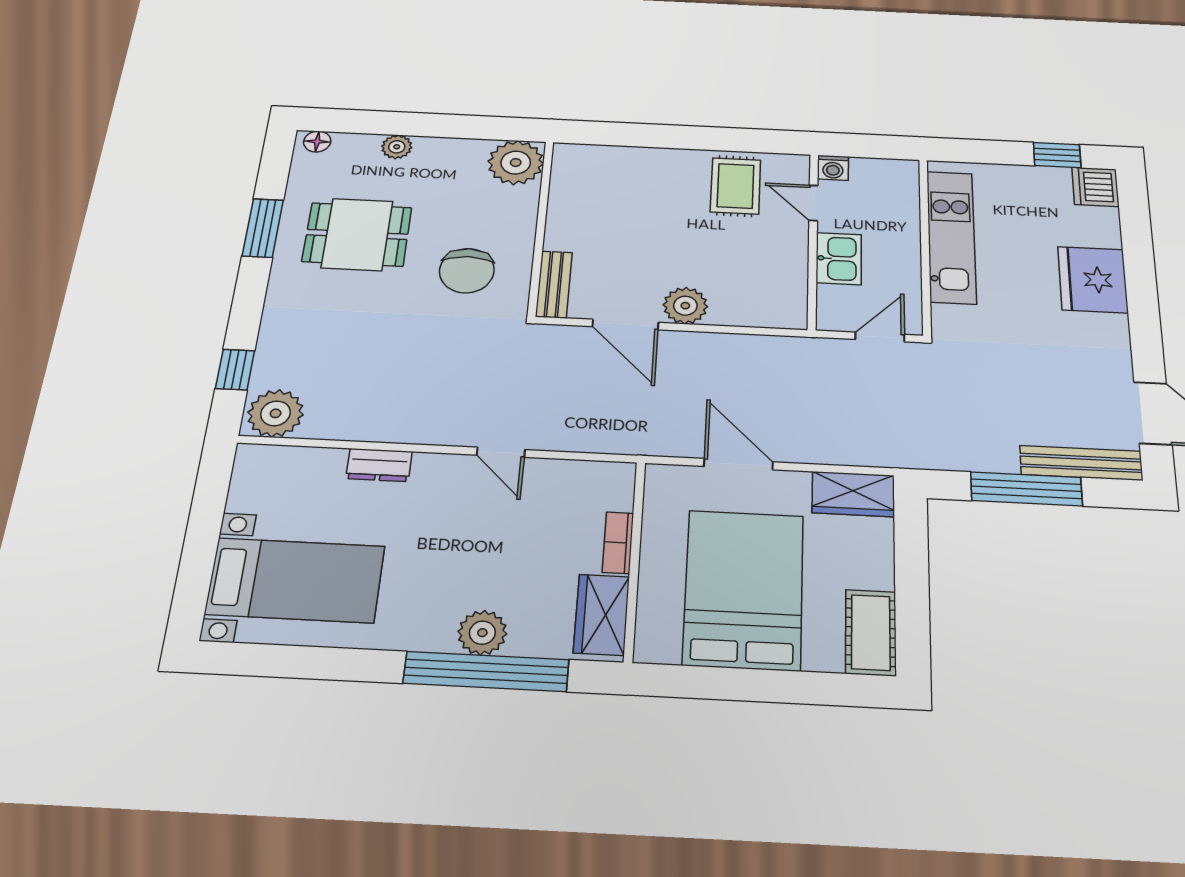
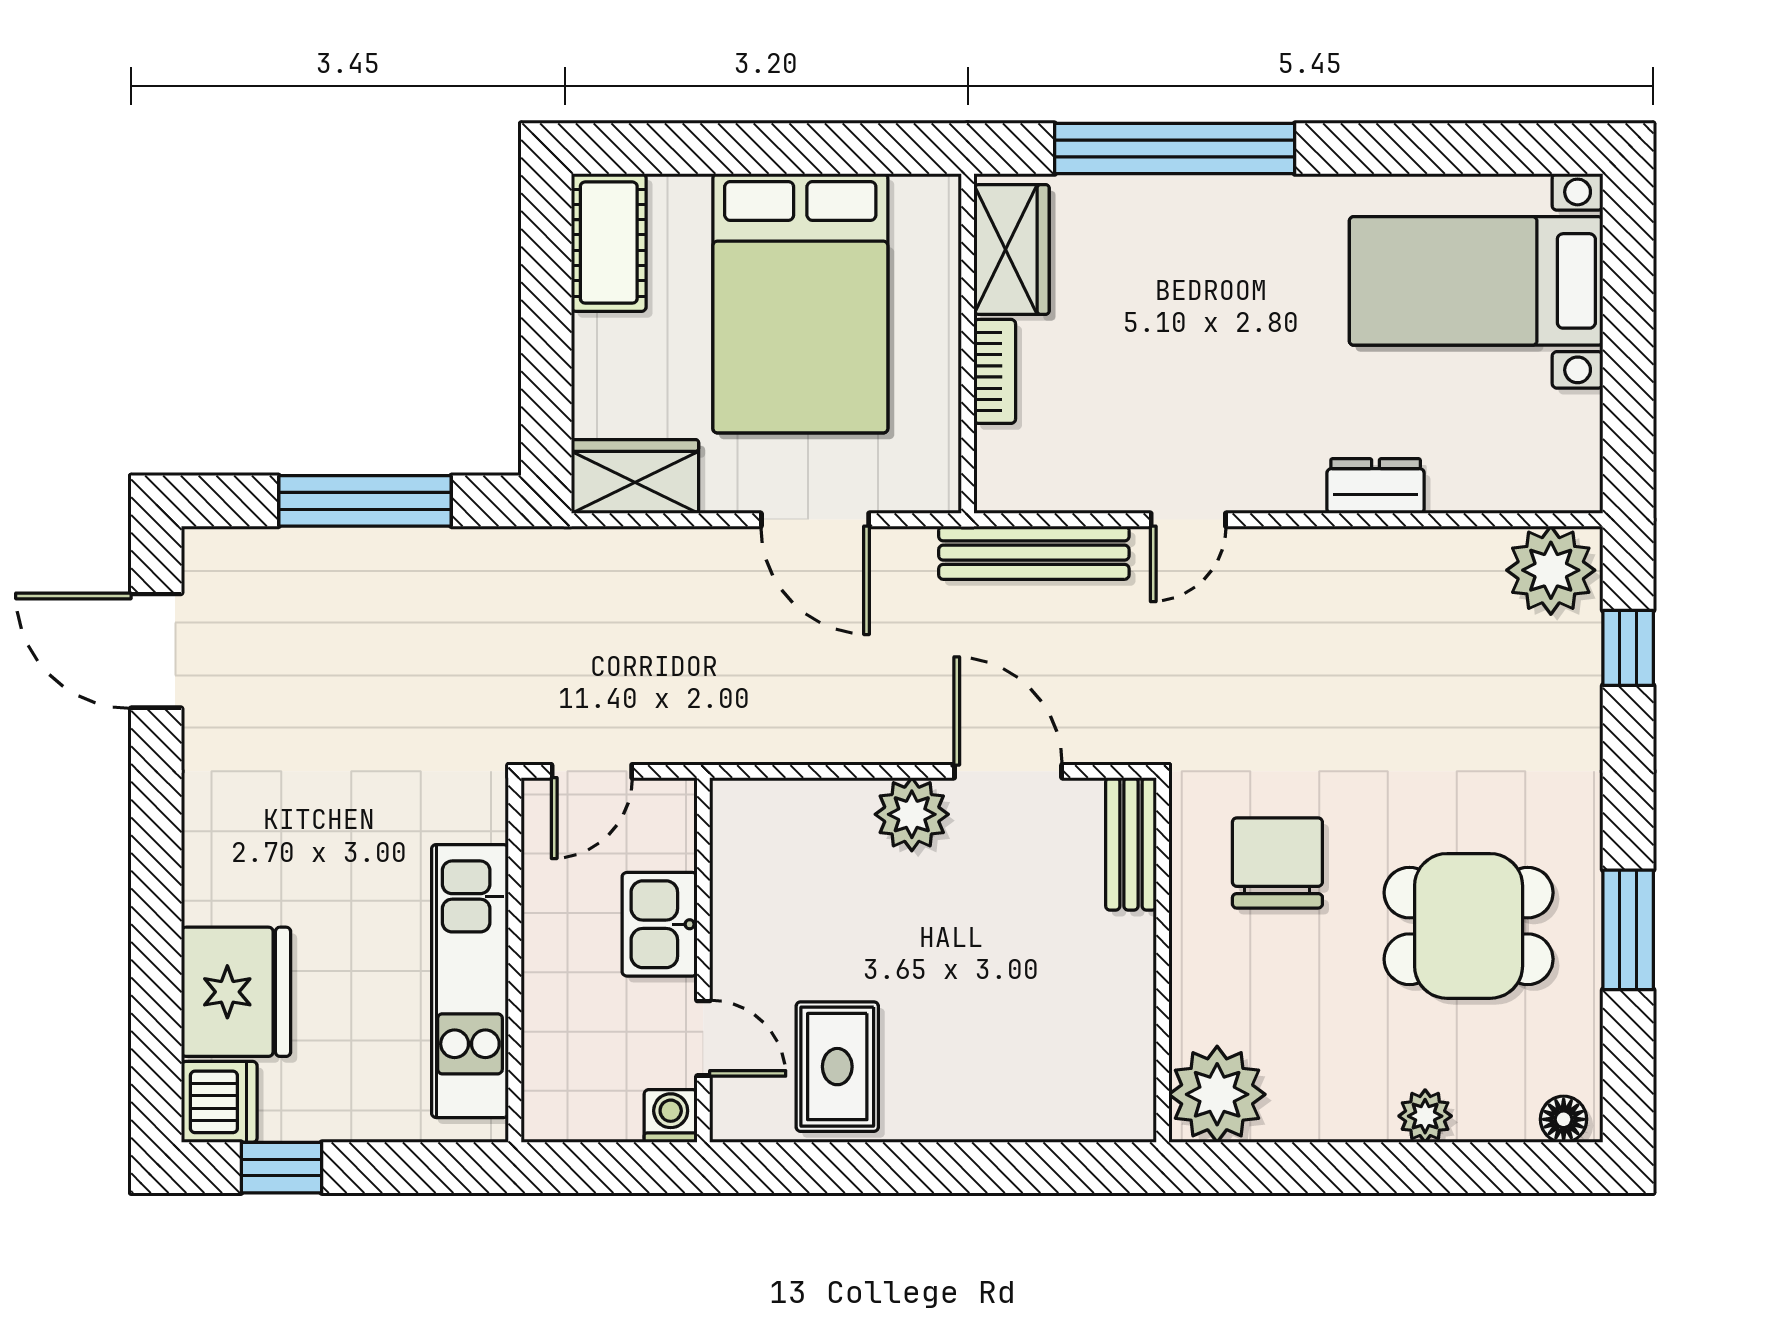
fridge: (1093, 280) -> (236, 992), moved
door: (501, 452) -> (1188, 520), swing flipped
bench: (1081, 463) -> (1034, 553), moved
plant: (482, 633) -> (1186, 210), removed

